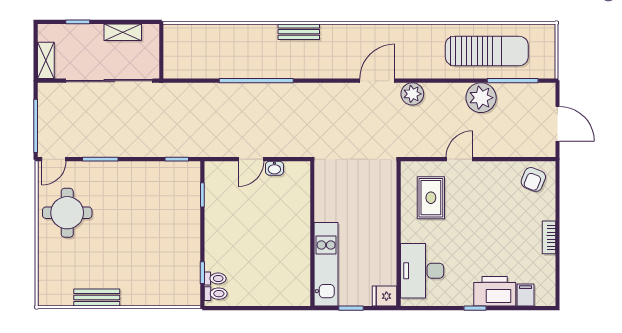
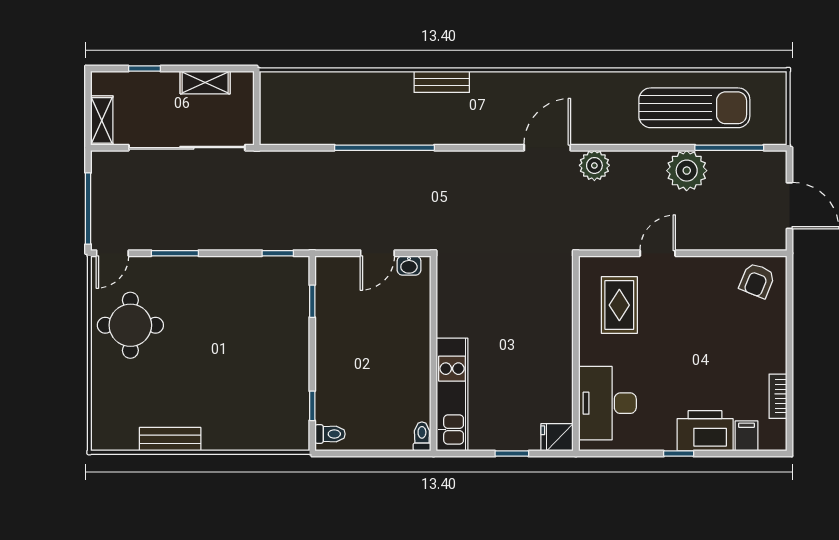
wall: (312, 234) -> (433, 353), moved
bookcase: (549, 237) -> (778, 396), moved
kitchen unit: (326, 264) -> (452, 395), moved
toilet: (215, 278) -> (422, 436), moved, turned -90

